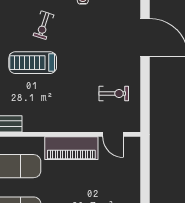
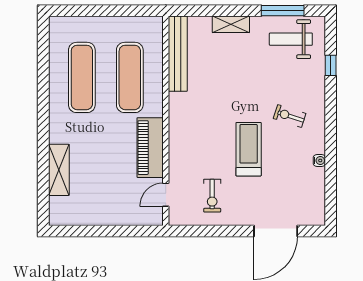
treadmill: (33, 63) -> (249, 149), moved

